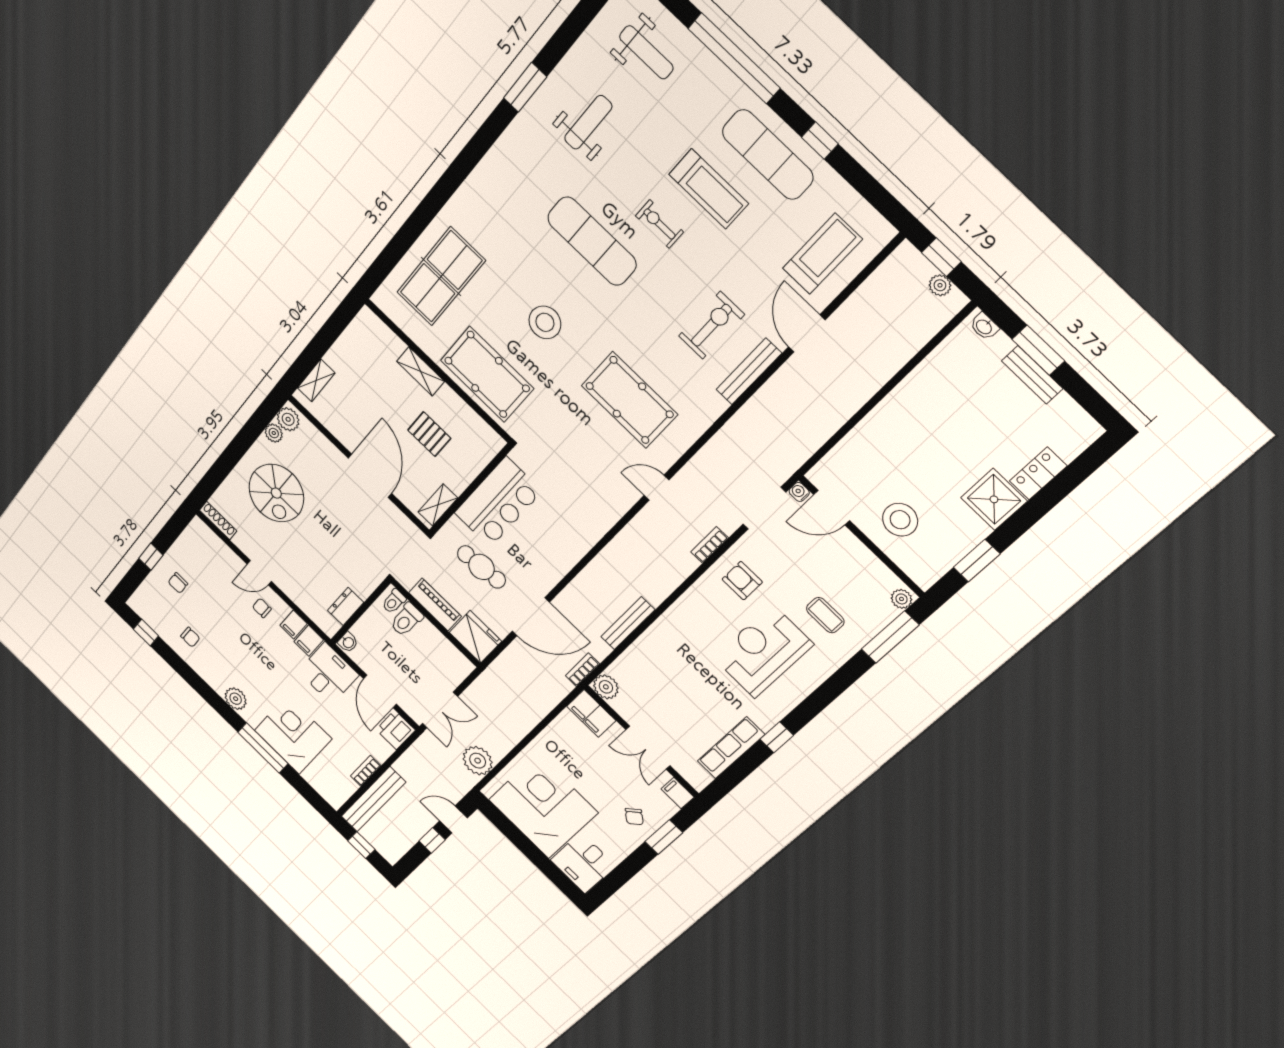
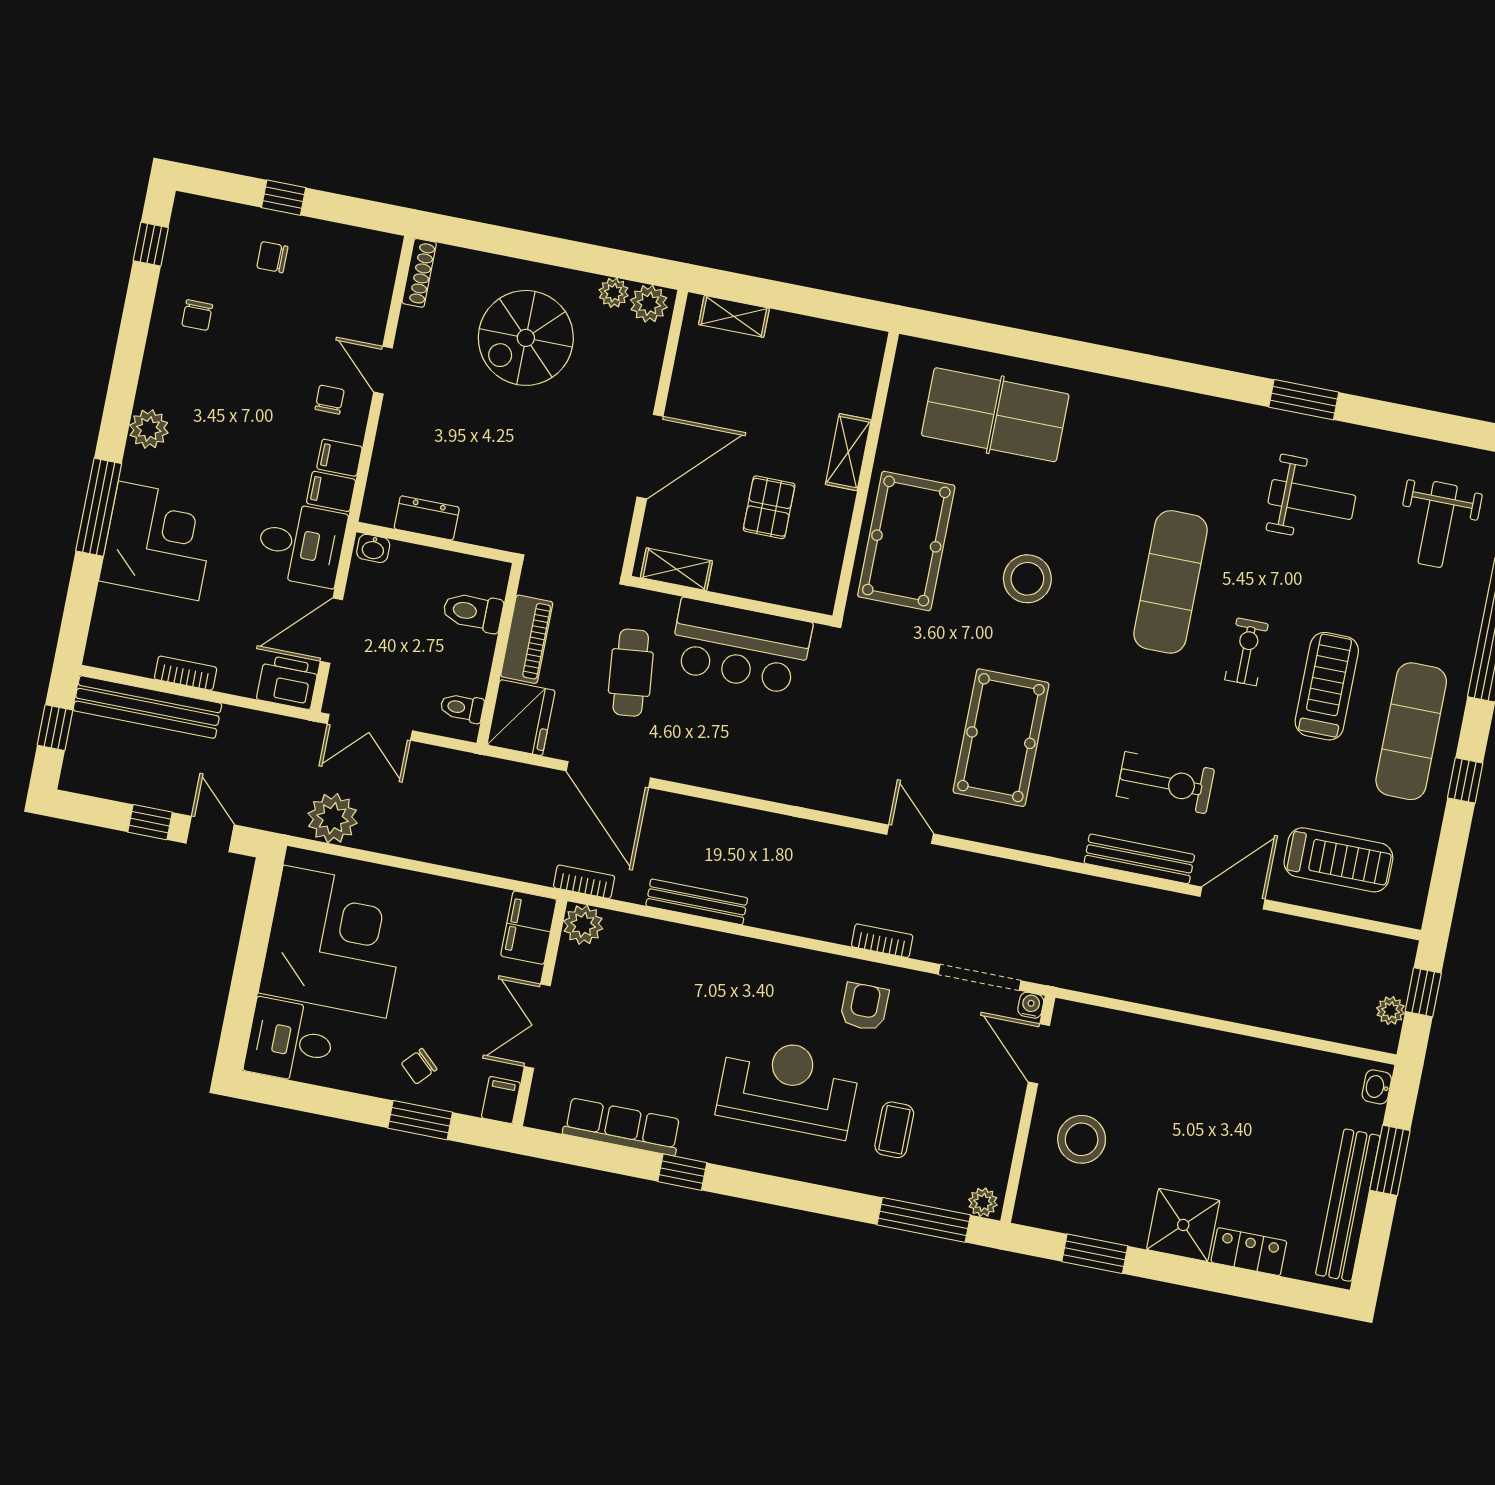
treadmill: (709, 189) -> (1327, 686), turned 180
bench: (1032, 375) -> (1348, 1205), width x1.86, depth x1.21
toilet: (394, 601) -> (462, 708), moved

